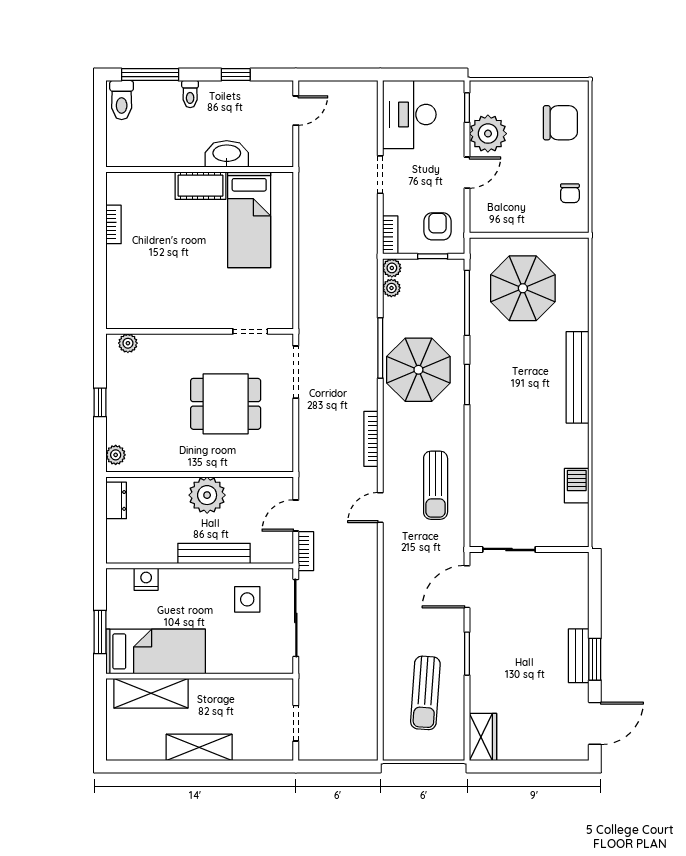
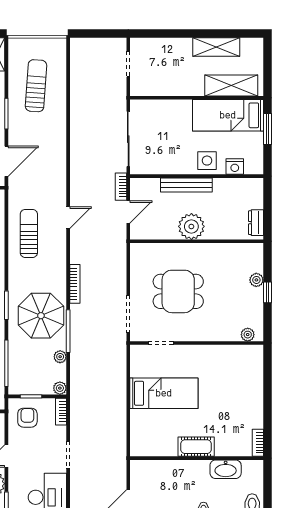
washbasin: (227, 154) -> (226, 469), moved
bed: (249, 220) -> (164, 393), moved, turned 90
bookcase: (114, 224) -> (258, 443), moved
armchair: (437, 226) -> (27, 418), turned 180
plant: (391, 288) -> (60, 357), moved
bookcase: (371, 439) -> (75, 284), moved
plant: (116, 455) -> (256, 280), moved
side table: (247, 599) -> (207, 161), moved
shelving: (199, 747) -> (216, 47), moved

